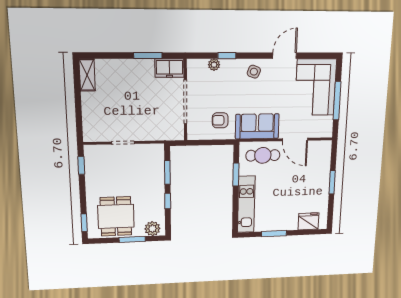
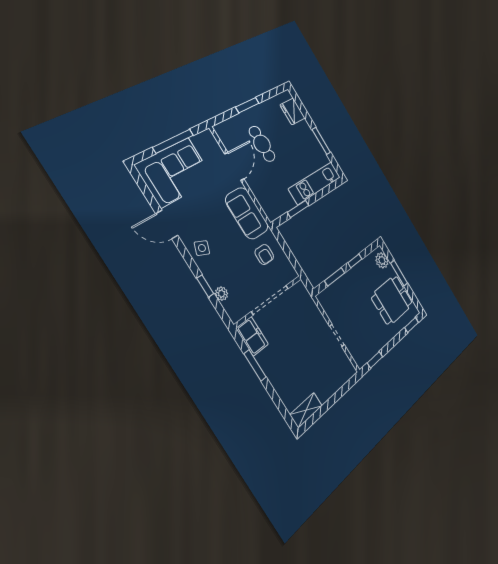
cafe table: (263, 155) -> (262, 144), moved

